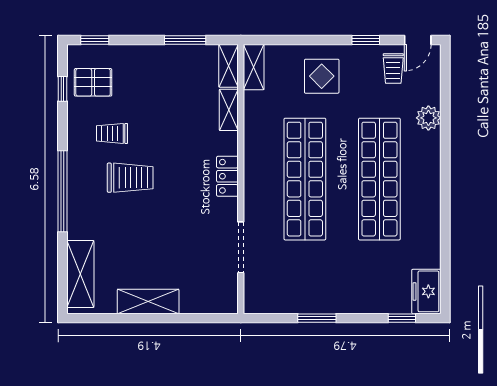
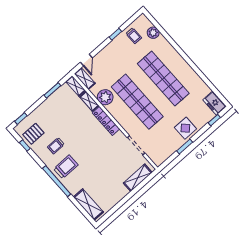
door: (418, 40) -> (86, 60), moved
display table: (322, 76) -> (185, 128), moved
plant: (428, 118) -> (153, 33), moved
plant: (260, 126) -> (105, 97), added
locker: (227, 176) -> (106, 121), width x1.53
trolley: (130, 178) -> (66, 167), moved
shelving: (148, 301) -> (138, 178), moved

